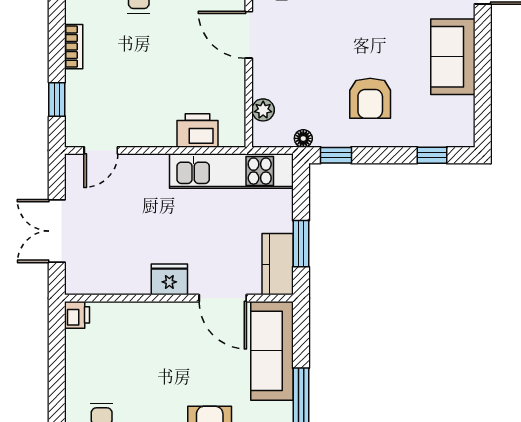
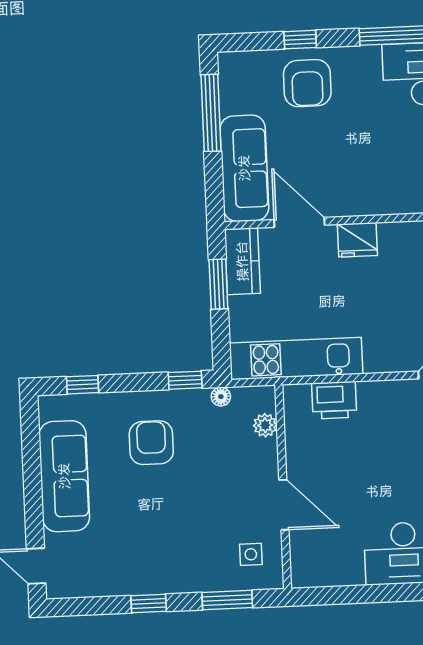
sofa: (453, 57) -> (64, 476), width x1.36

